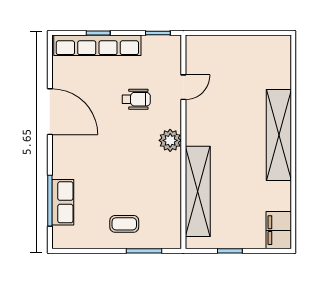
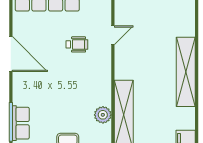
plant: (170, 140) -> (103, 115), moved

